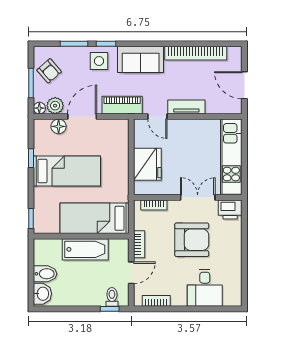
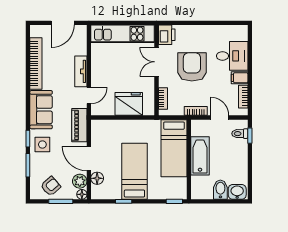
filing cabinet: (179, 297) -> (240, 78), added

